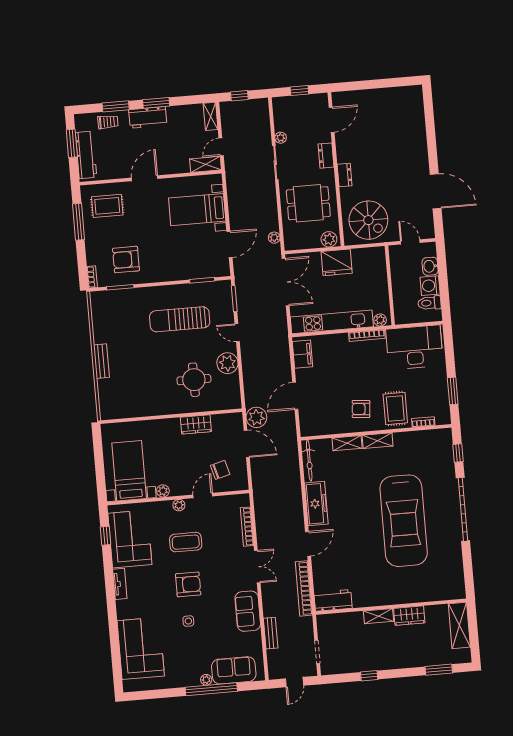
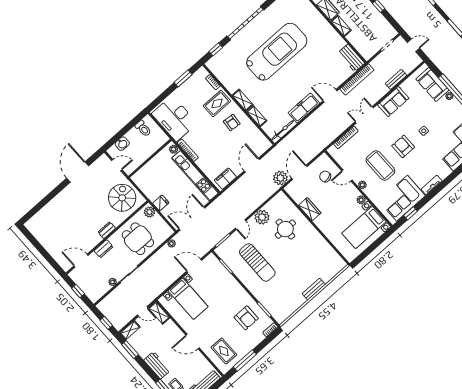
window: (156, 103) -> (130, 350), moved
door: (410, 242) -> (117, 165), swing flipped
fridge: (337, 262) -> (161, 203), width x0.53, depth x0.75
washing machine: (430, 286) -> (133, 136), removed
door: (295, 396) -> (252, 165), swing flipped
coffee table: (186, 542) -> (380, 165), width x1.36, depth x1.32

